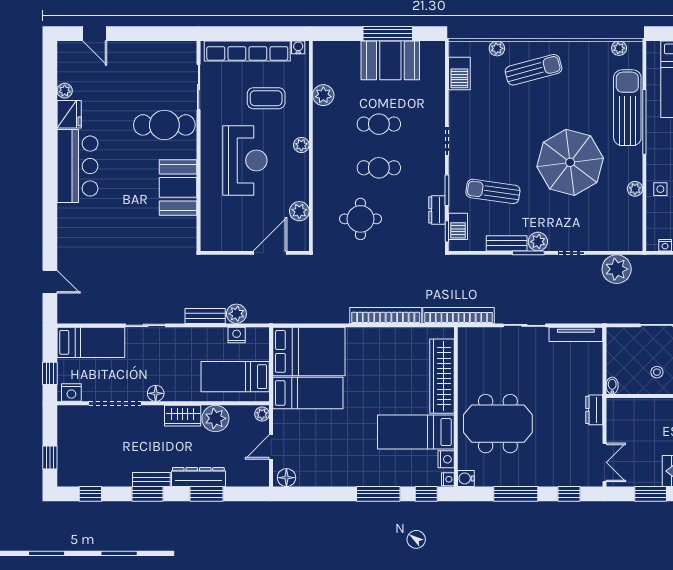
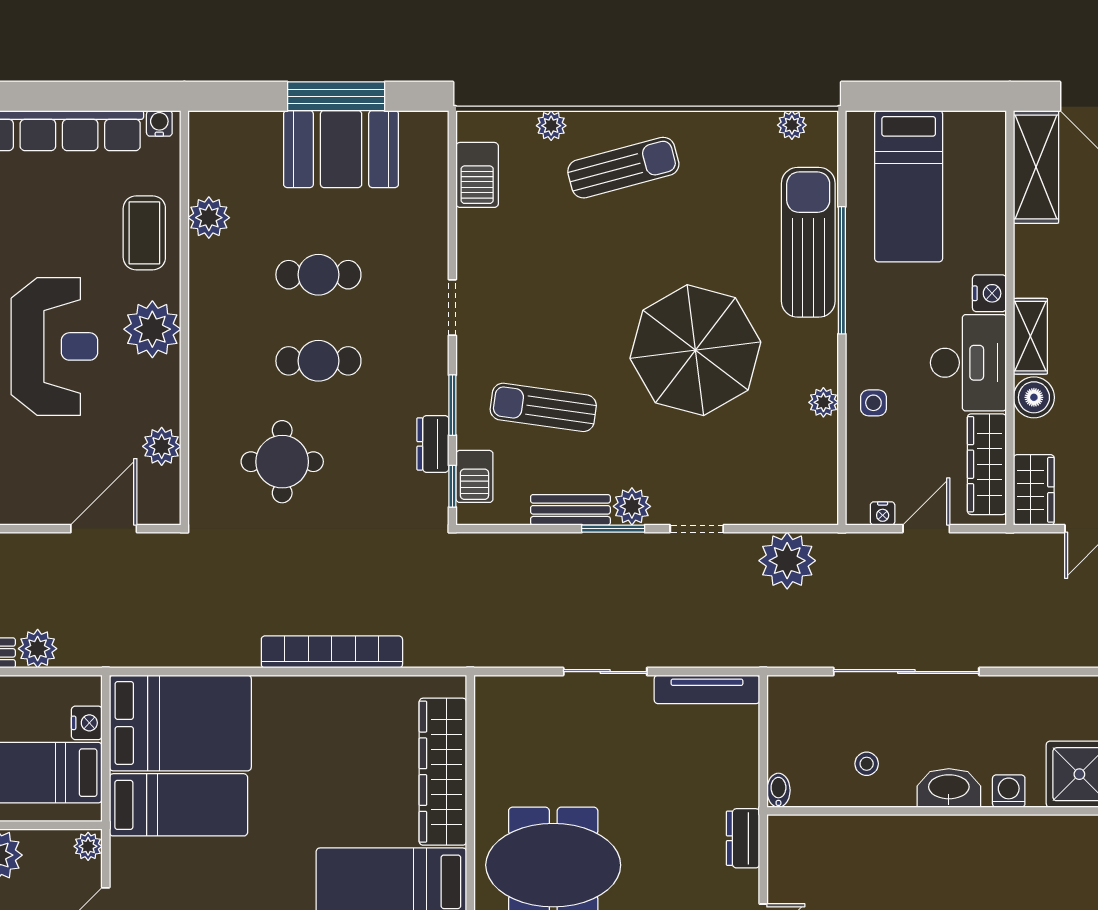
coffee table: (266, 98) -> (144, 233), moved, turned 90
plant: (301, 145) -> (152, 329), width x1.87, depth x1.87
bookcase: (459, 315) -> (475, 652), removed
nightstand: (237, 335) -> (87, 723), moved, turned 90

